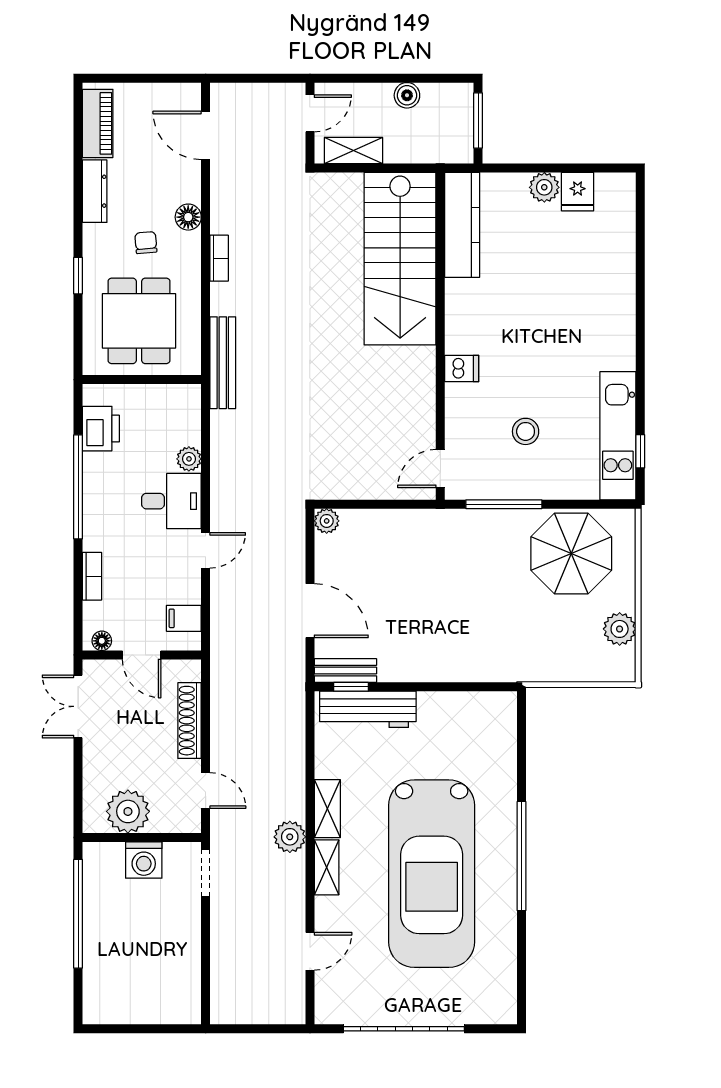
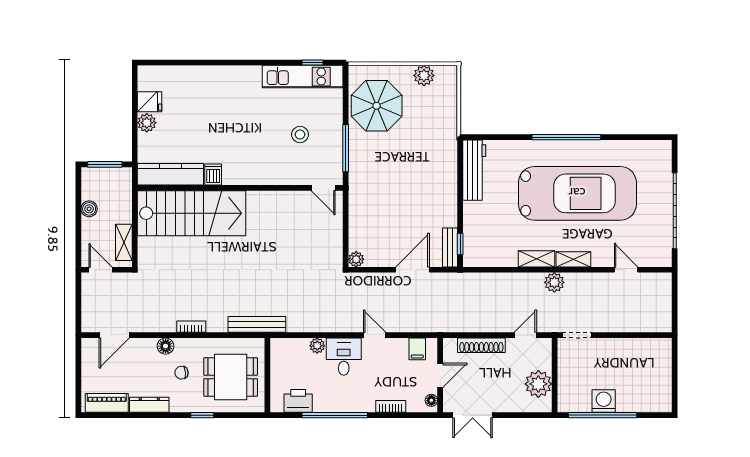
dishwasher: (462, 369) -> (213, 175), moved
workbench: (368, 709) -> (474, 170), moved
washing machine: (144, 860) -> (604, 401), moved, turned -90

